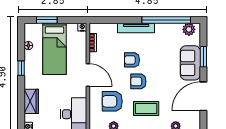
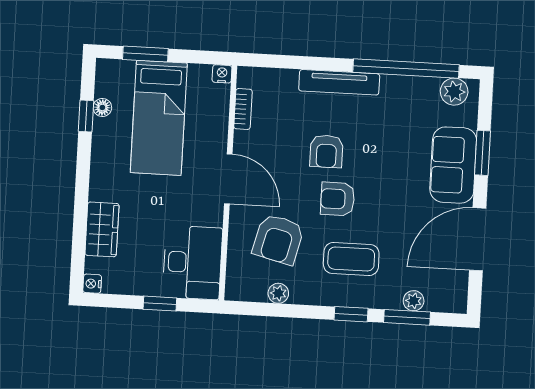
armchair: (132, 60) -> (326, 151), turned -90
window: (21, 68) -> (86, 116), moved
armchair: (112, 101) -> (278, 239), turned -76

